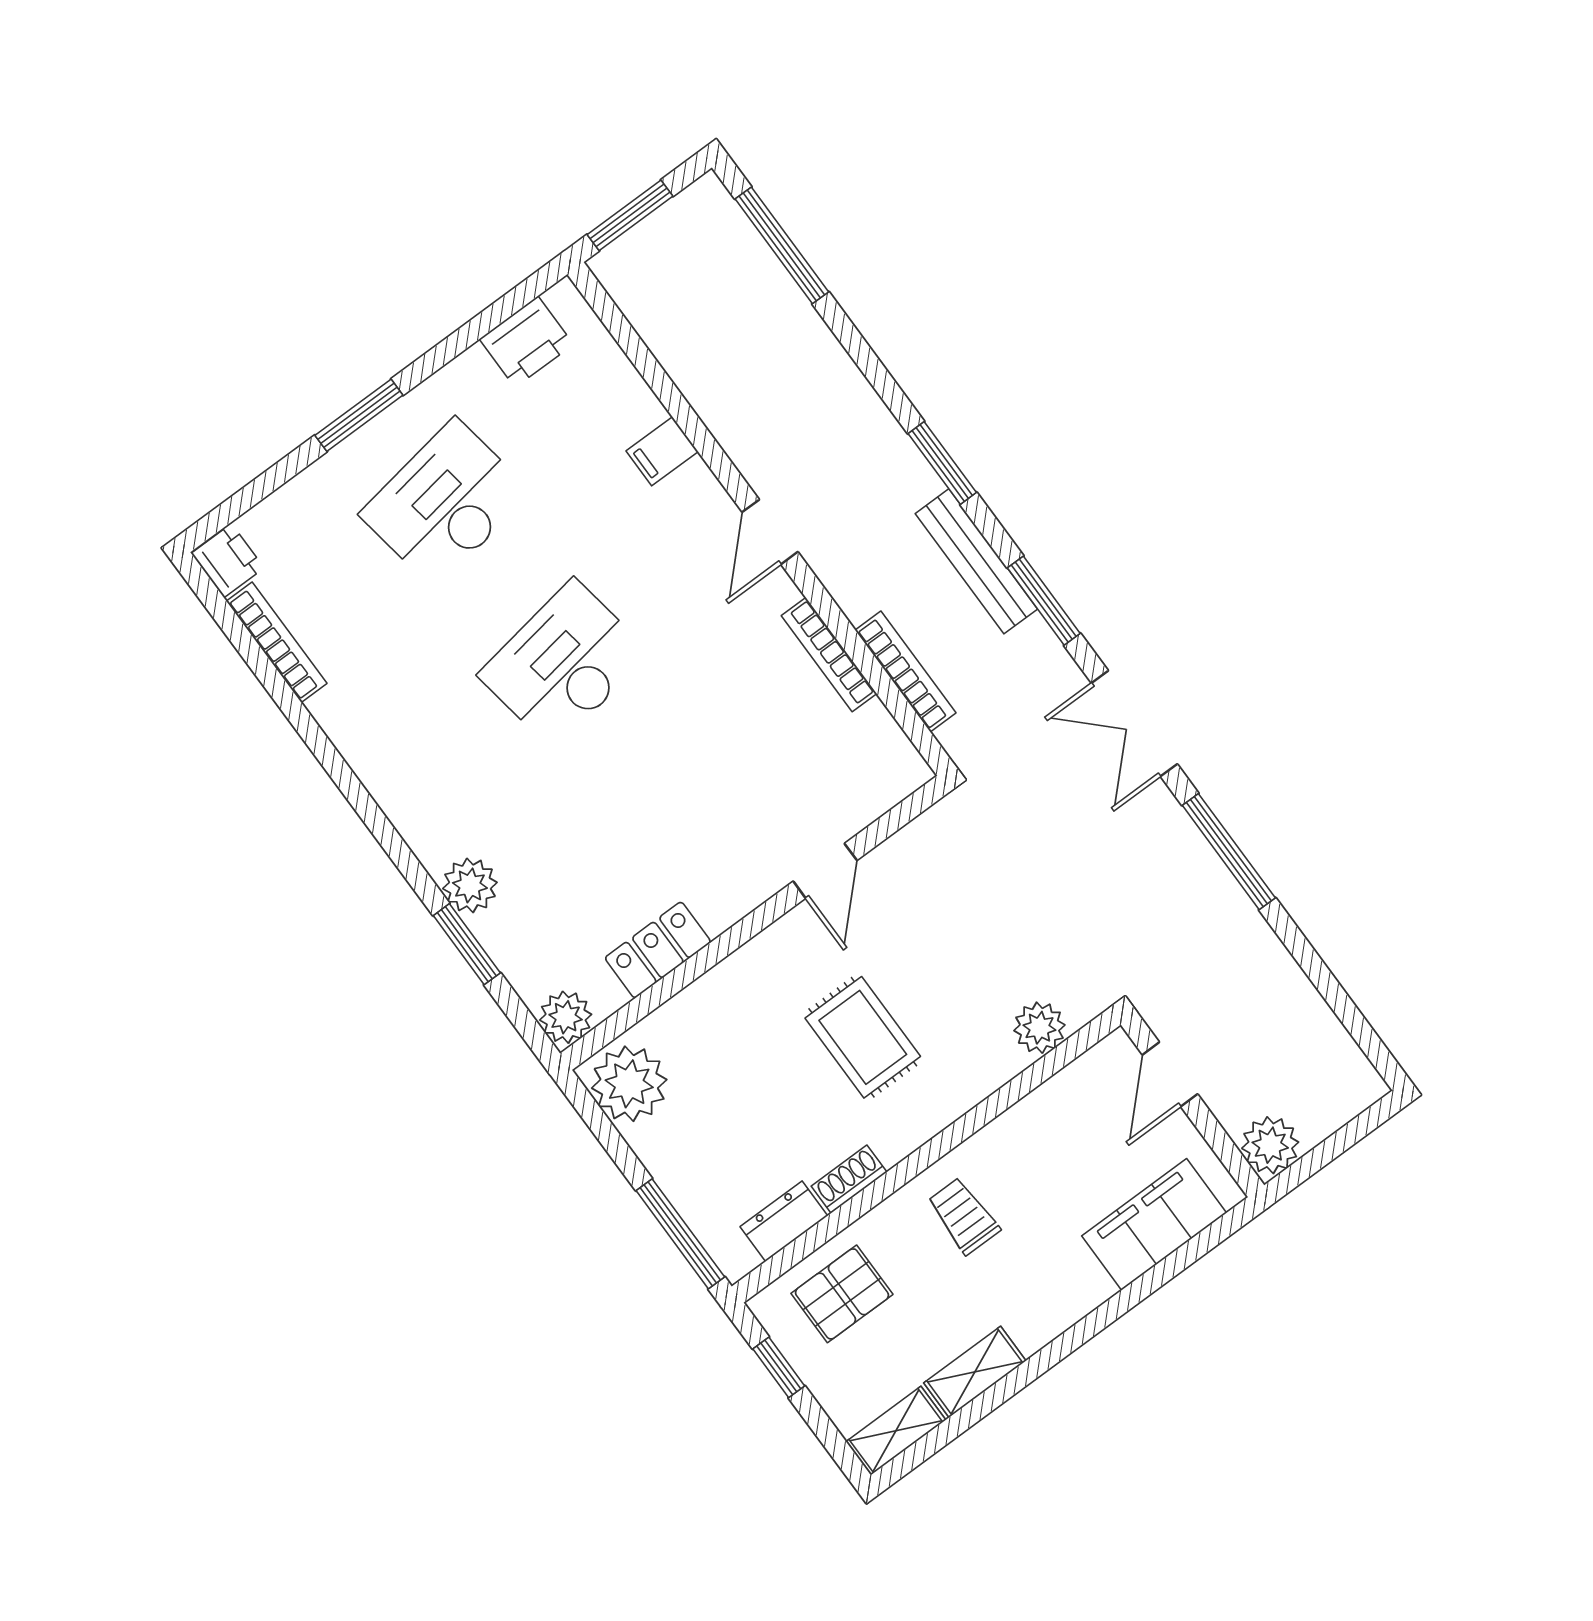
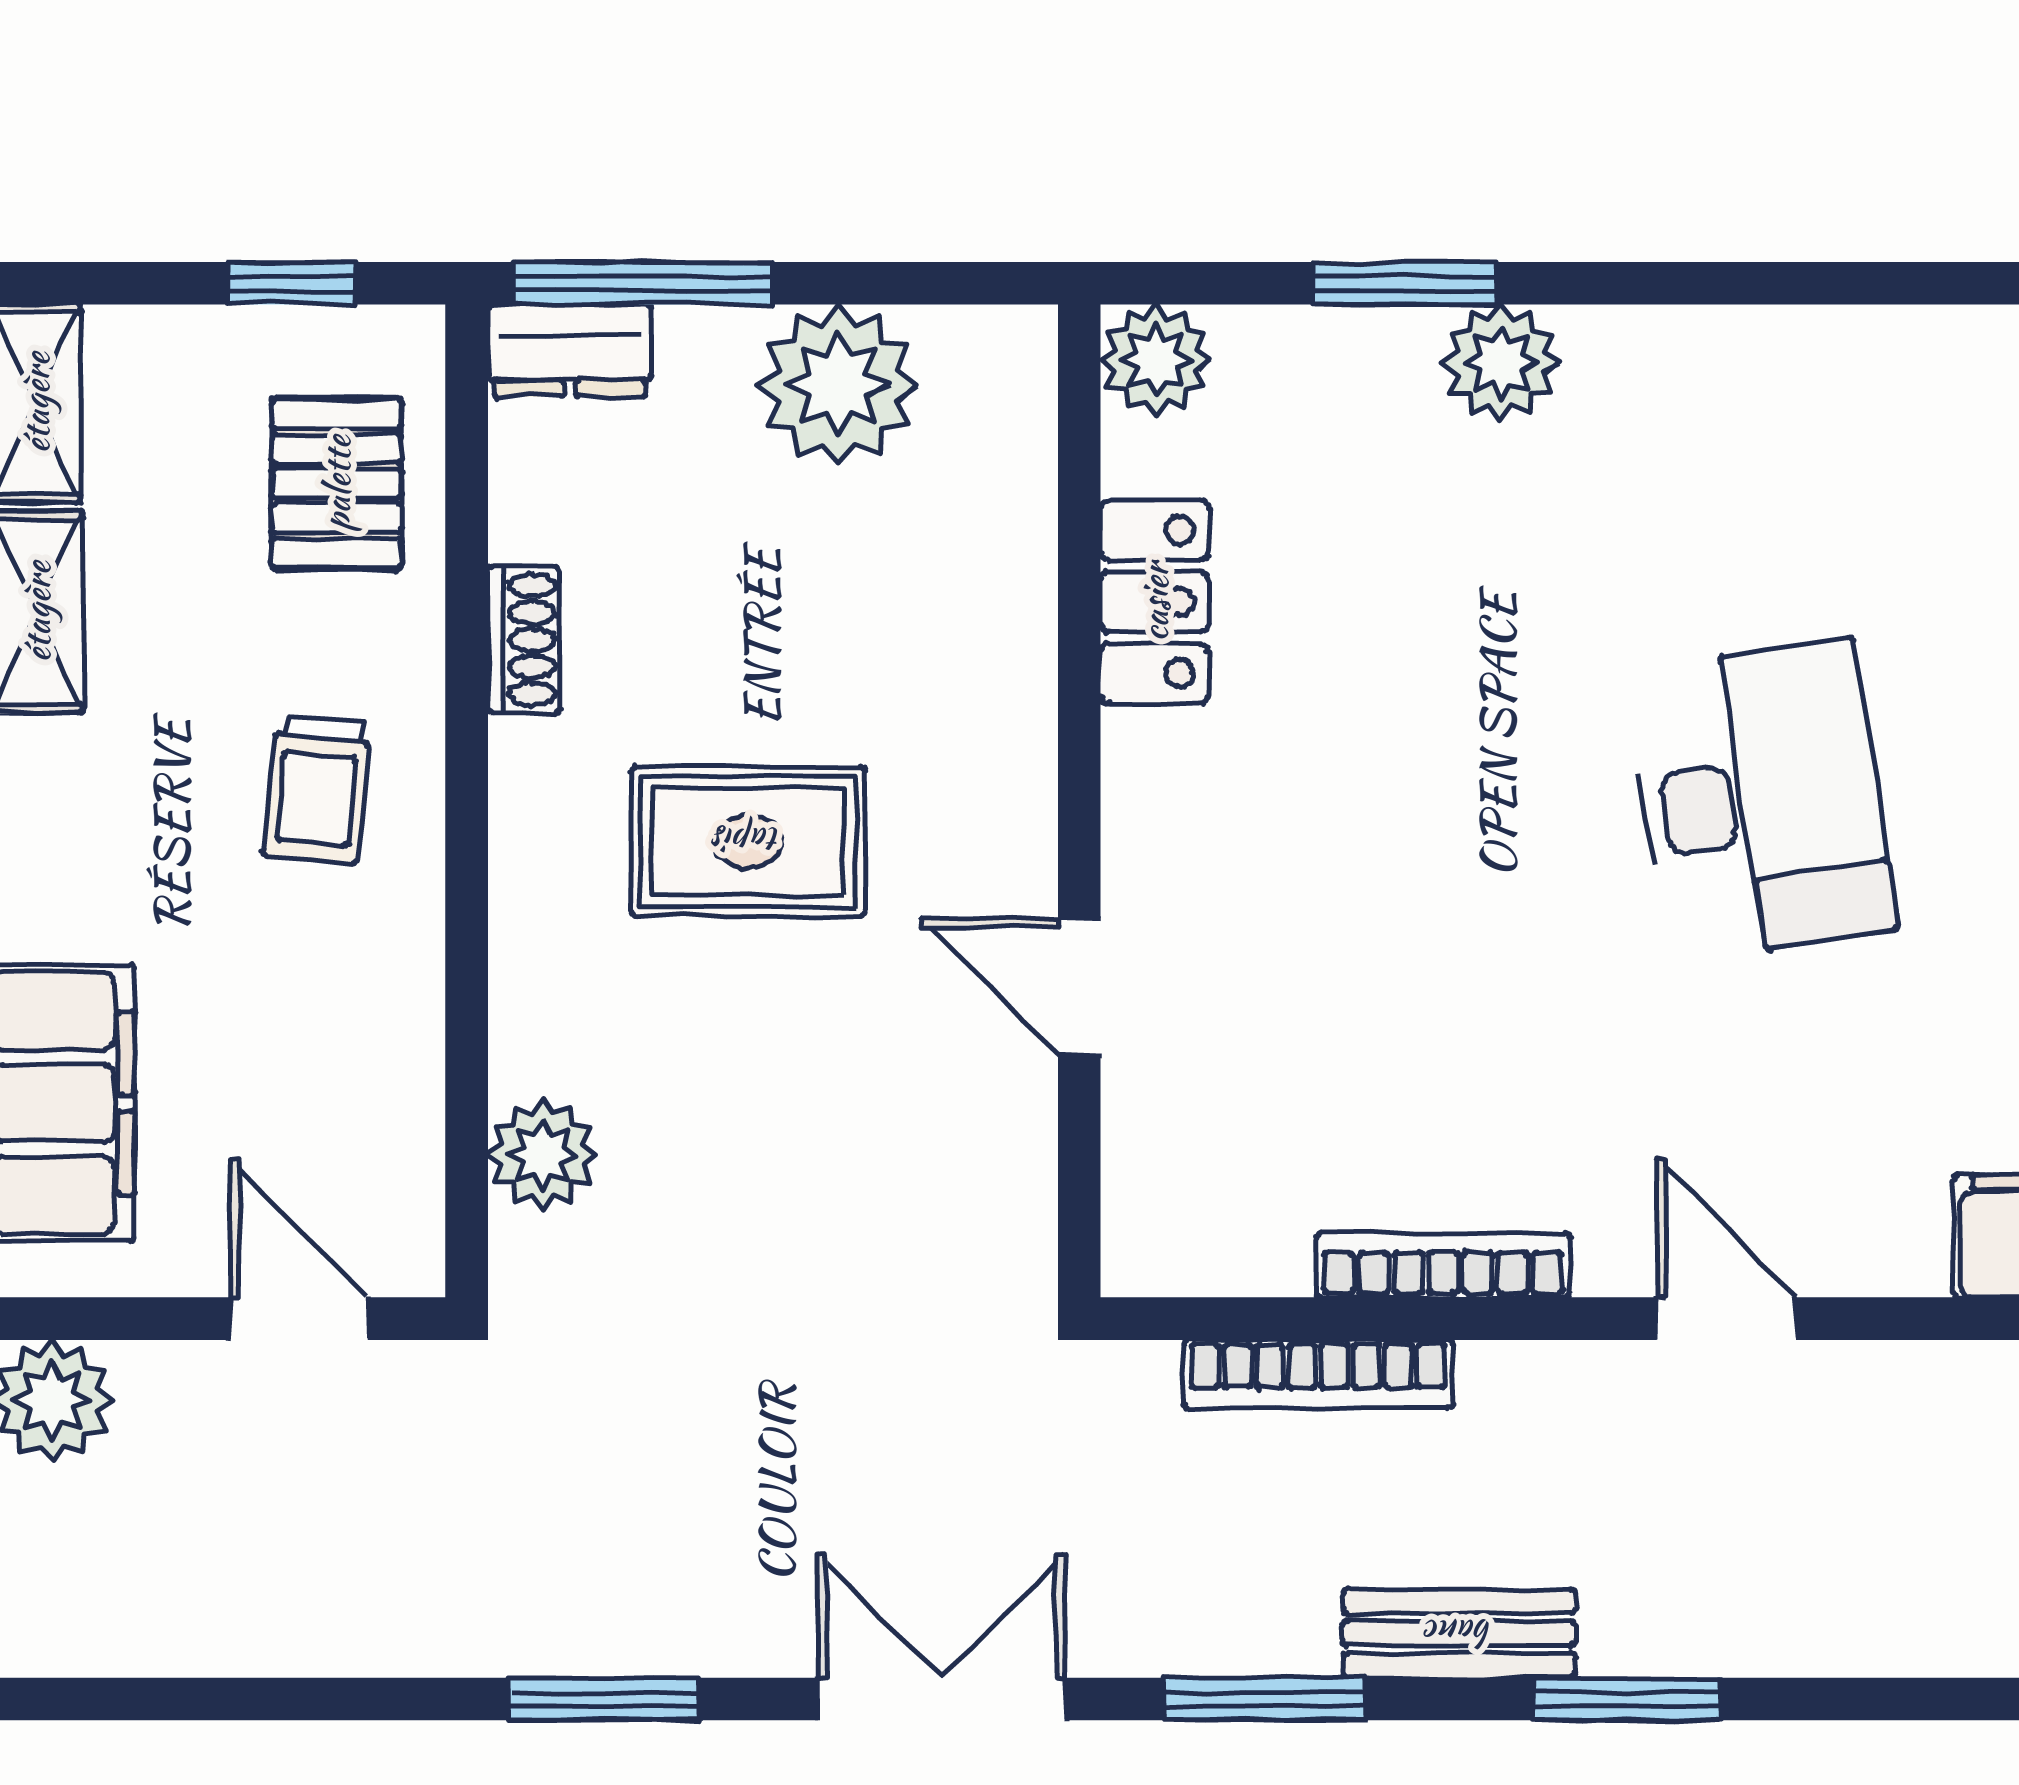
bench: (976, 561) -> (1459, 1633), width x0.73
window: (1229, 852) -> (605, 1699), width x0.69
plant: (629, 1084) -> (838, 385), moved
trolley: (964, 1216) -> (317, 789), turned 96
dresser: (784, 1221) -> (570, 351), moved, turned 90

